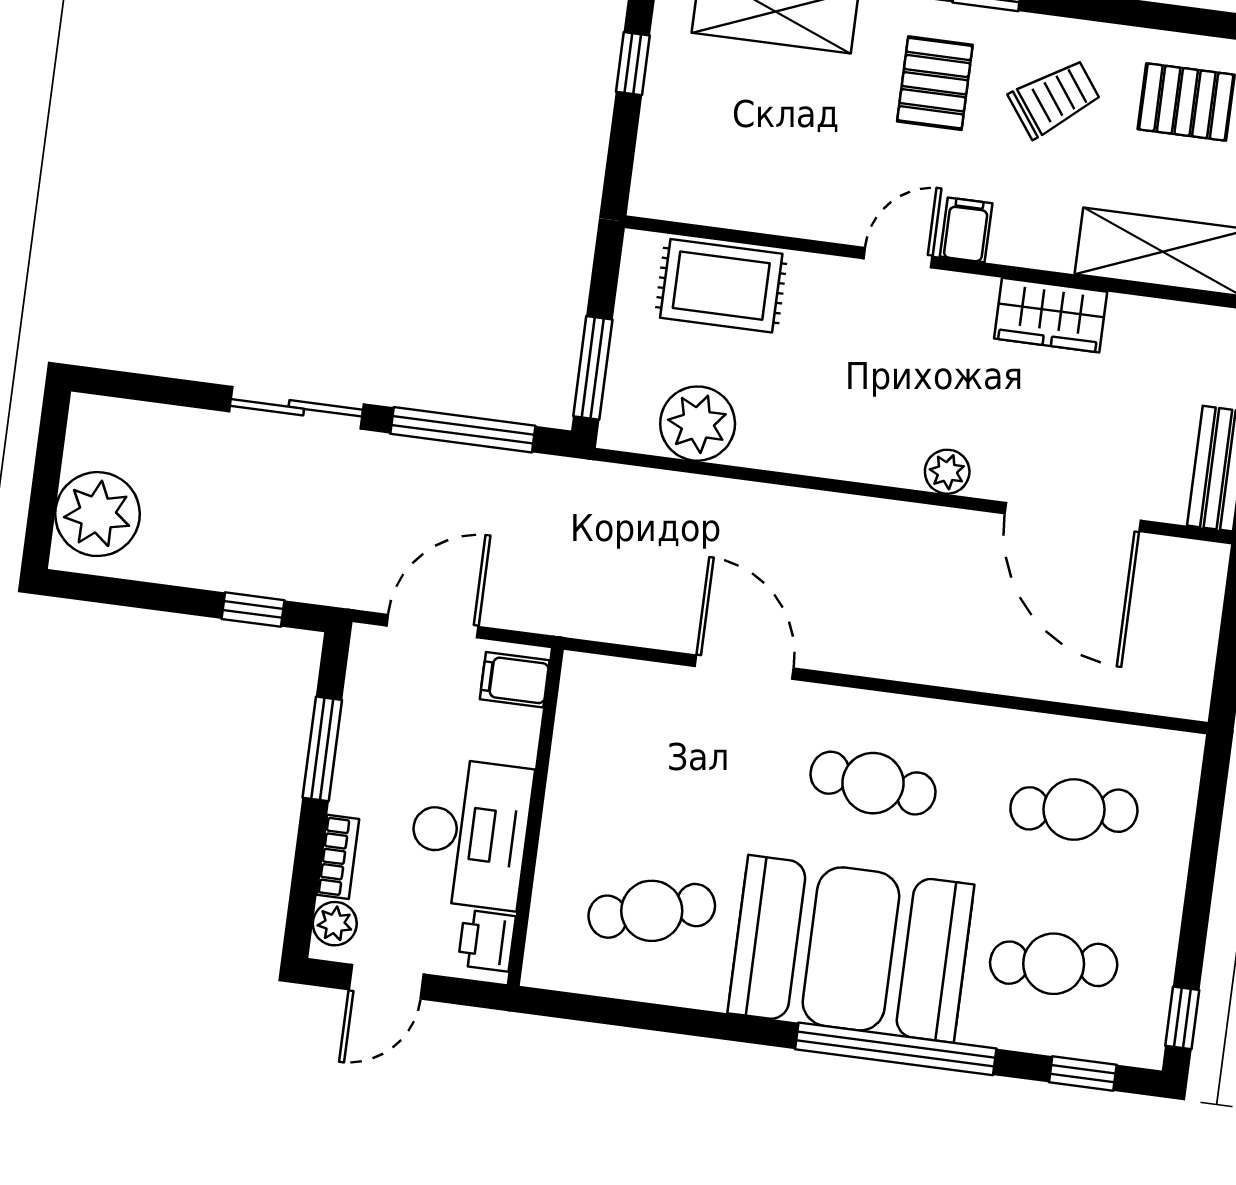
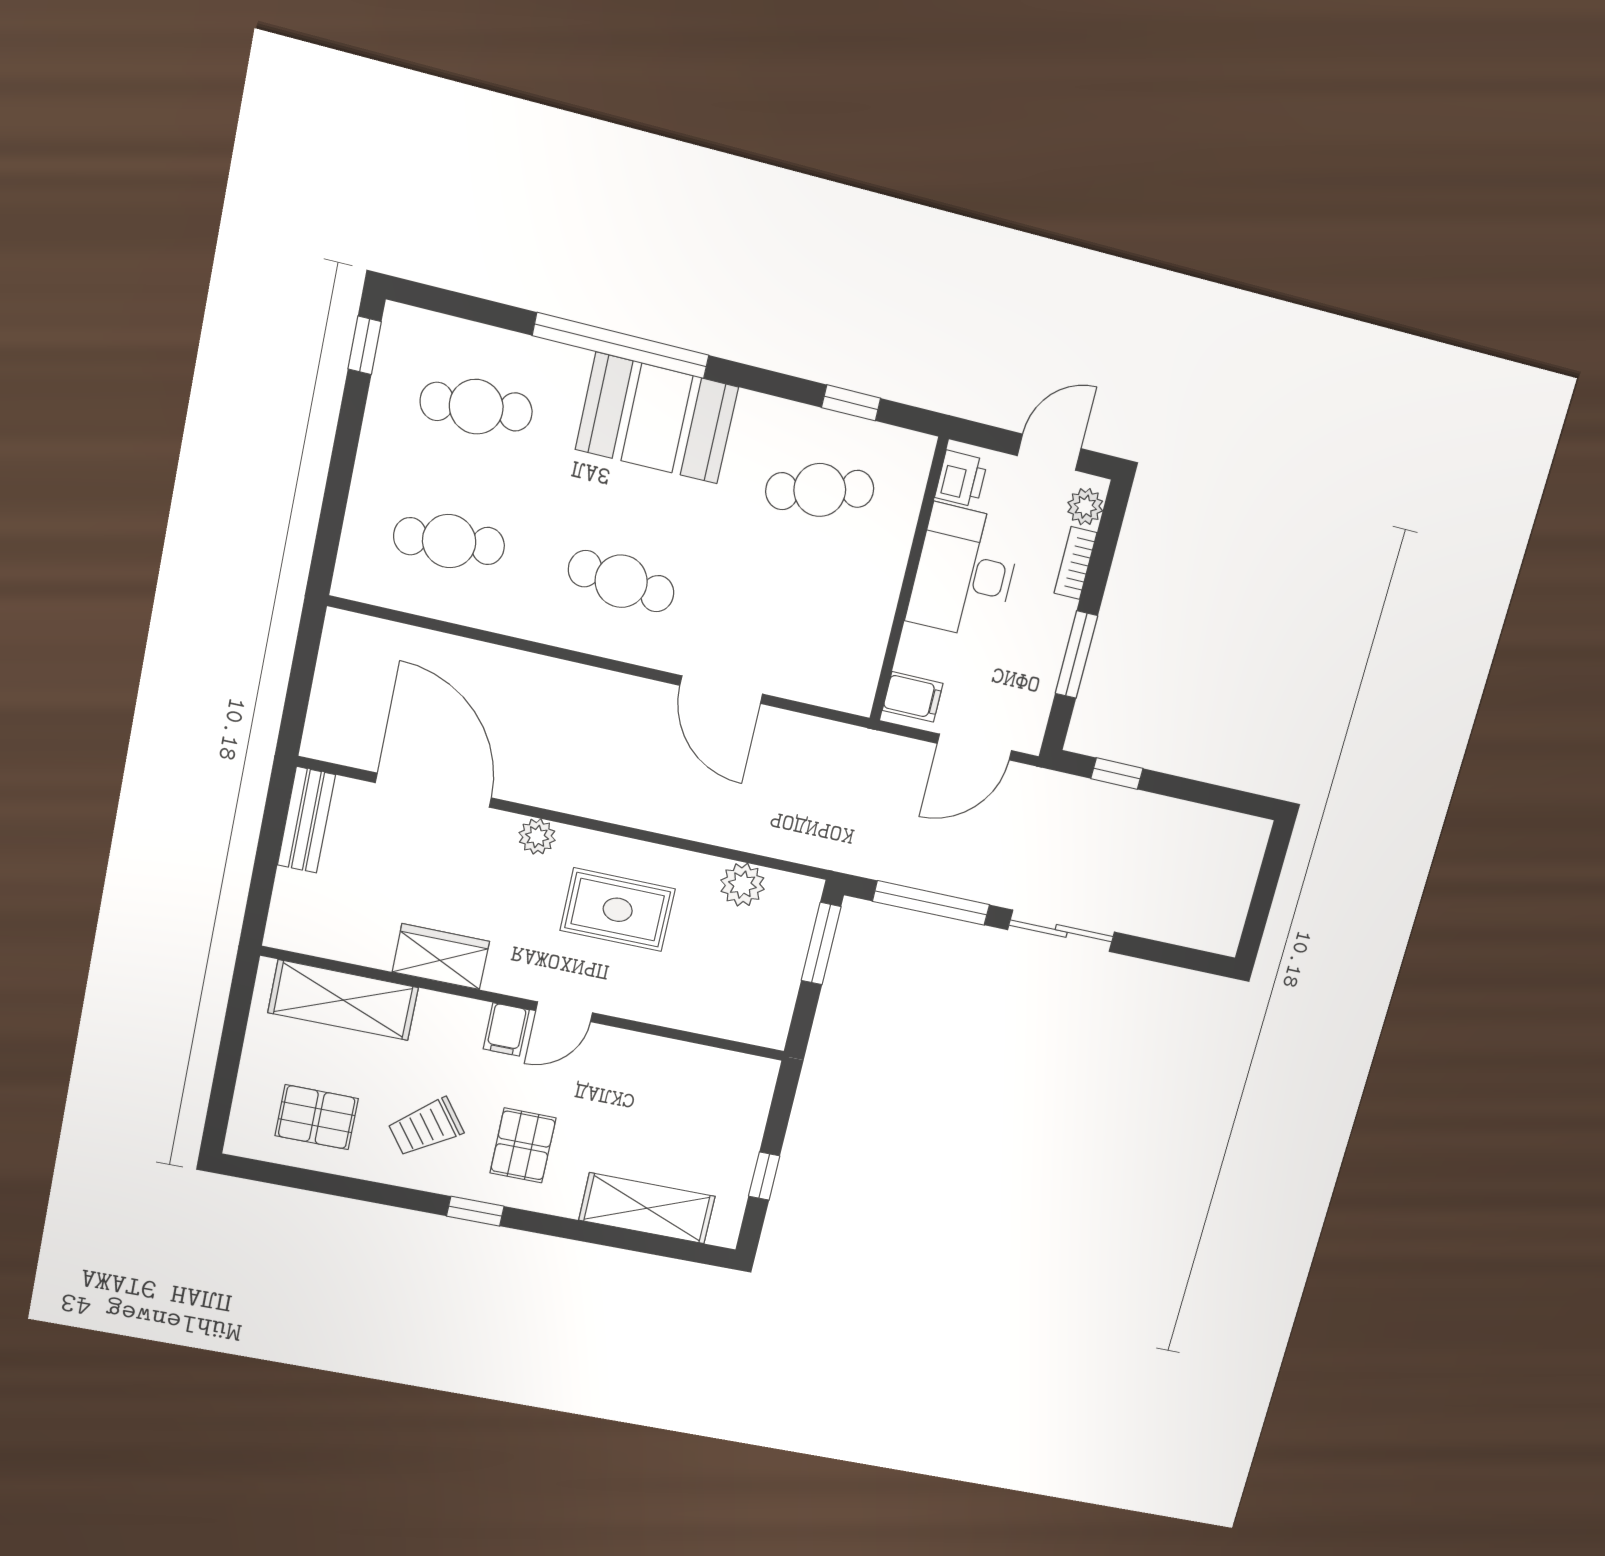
rug: (721, 286) -> (618, 910), moved
plant: (698, 424) -> (742, 885), width x0.73, depth x0.73
plant: (97, 514) -> (1229, 860), removed
booth: (851, 949) -> (657, 418), width x0.73, depth x0.70
window: (1083, 1074) -> (851, 403), moved

